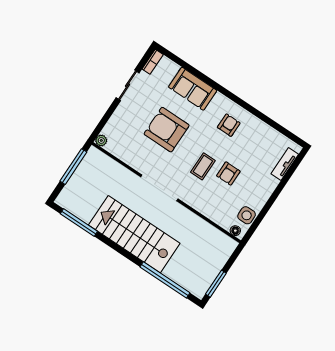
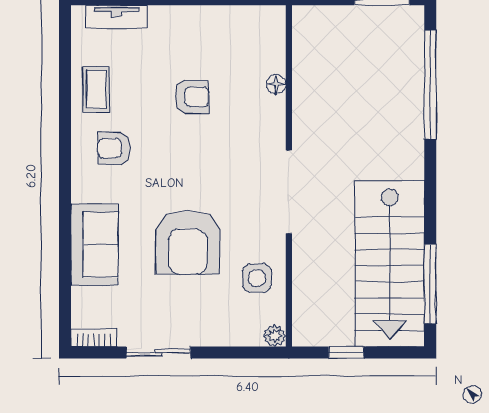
coffee table: (203, 166) -> (96, 89), moved, turned 90
window: (73, 167) -> (346, 353), width x0.46
side table: (247, 215) -> (257, 278), moved
floor lamp: (235, 231) -> (276, 84), moved
stairs: (134, 234) -> (390, 264), moved

